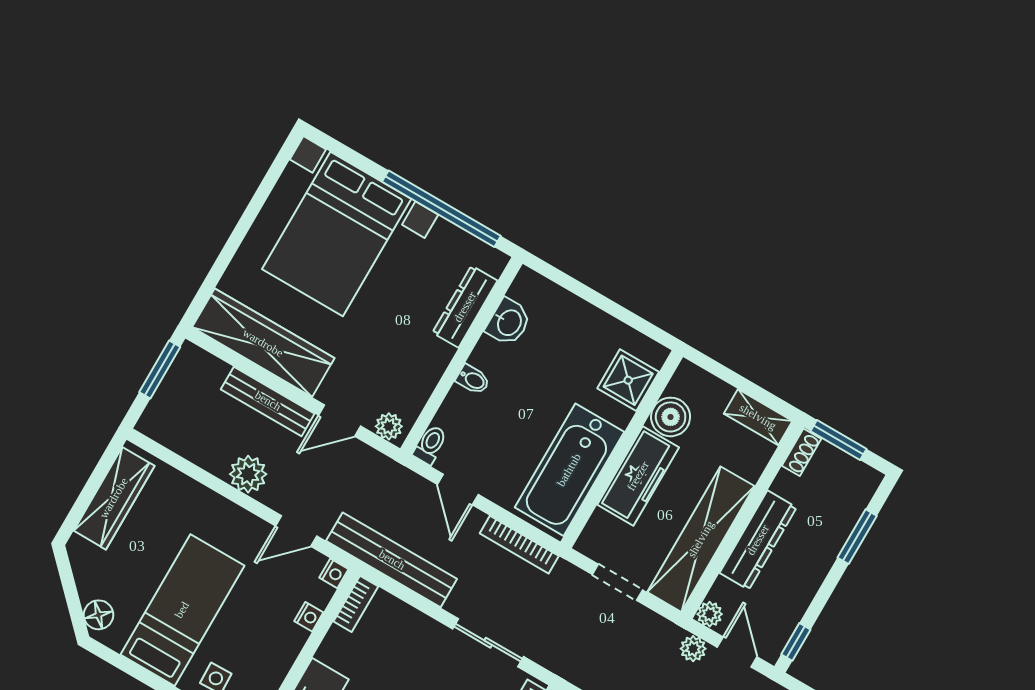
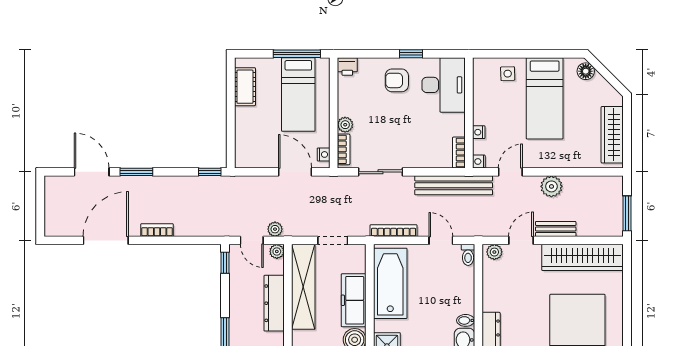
bidet: (473, 380) -> (466, 320), moved
bench: (268, 401) -> (556, 229), width x0.73

